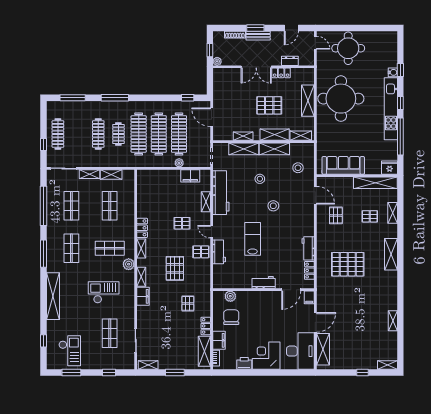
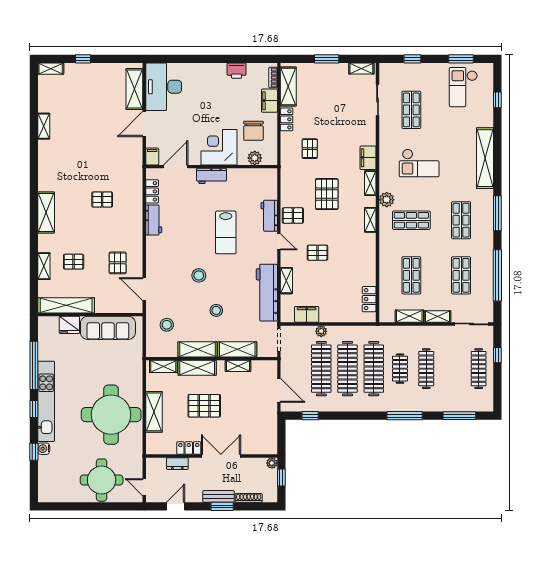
fridge: (390, 168) -> (69, 325), moved
locker: (142, 228) -> (369, 299), moved
pallet: (348, 264) -> (102, 199), width x0.49, depth x0.50
corner desk: (266, 356) -> (219, 147), moved, turned 180

